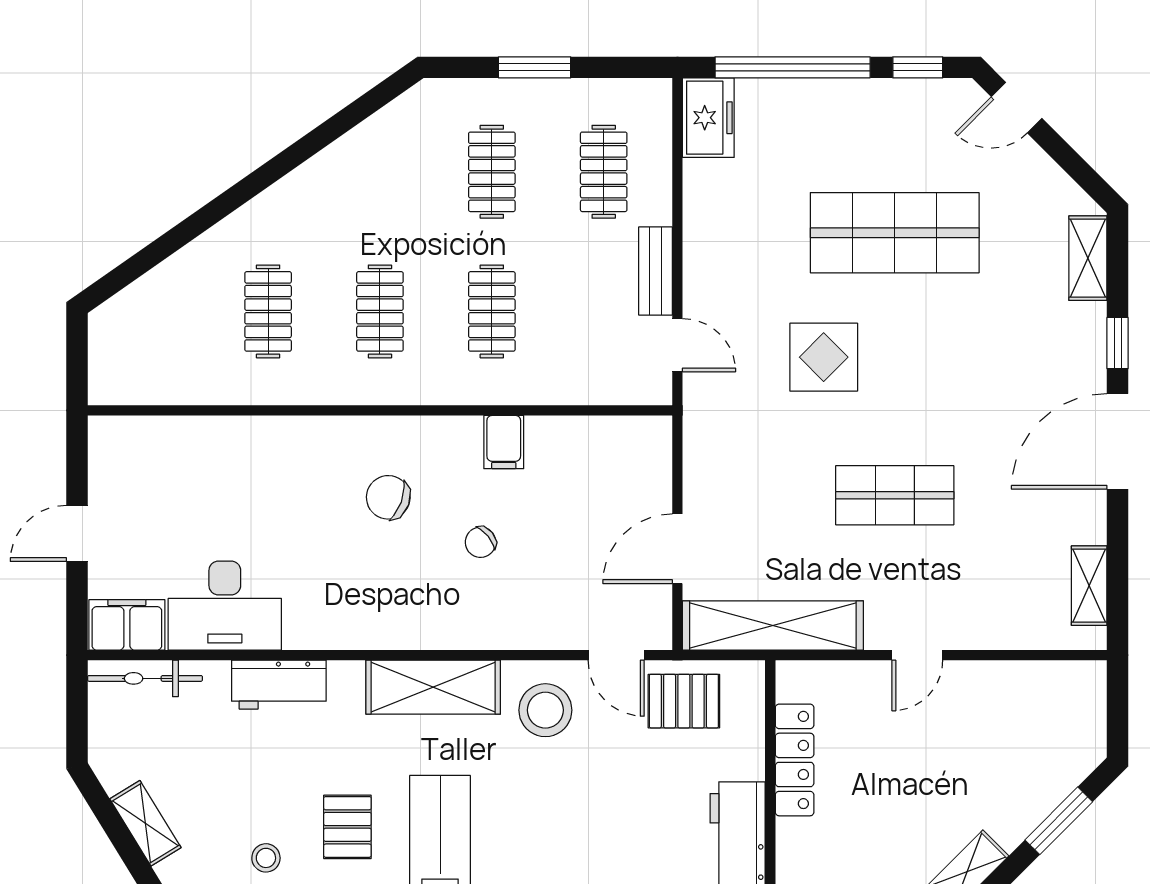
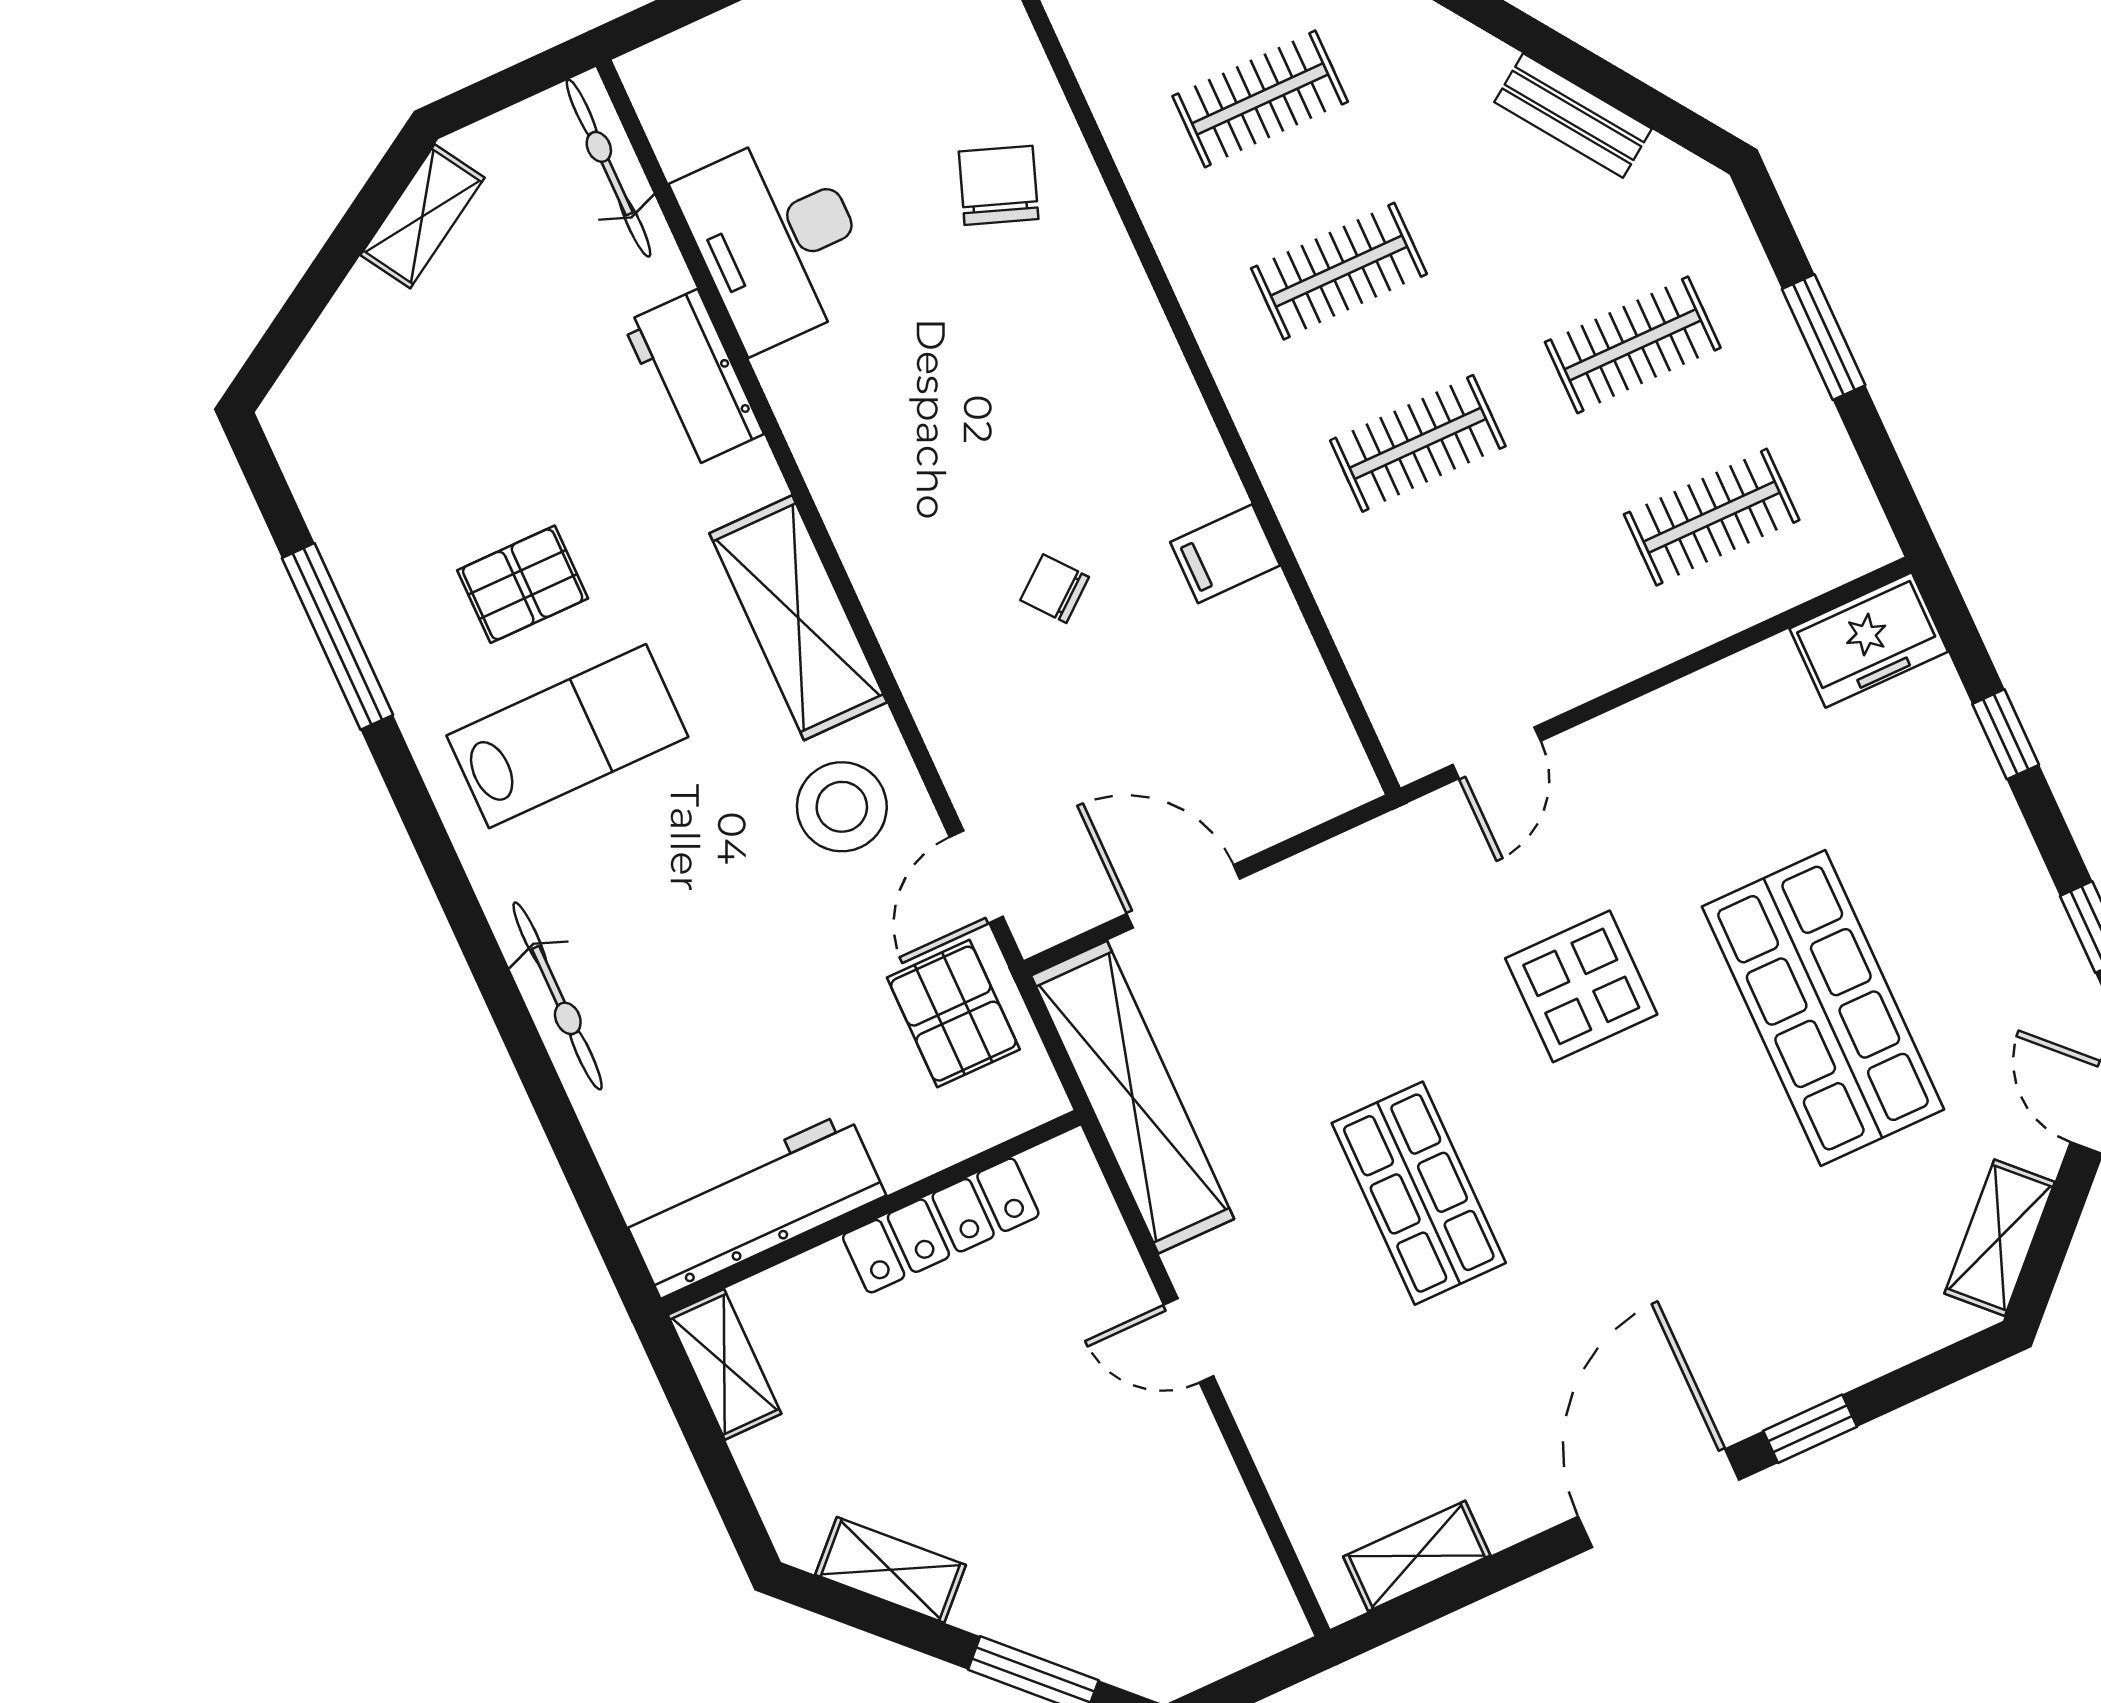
window: (793, 67) -> (2006, 734), width x0.32
shelving: (1088, 258) -> (2000, 1238), moved, turned -45
bench: (656, 271) -> (1573, 115), moved, turned 55
door: (1118, 441) -> (1659, 1498), hinge flipped
chair: (388, 497) -> (999, 185), moved
filing cabinet: (127, 625) -> (678, 102), removed
shelving: (145, 823) -> (422, 216), moved
stool: (266, 858) -> (417, 481), removed

